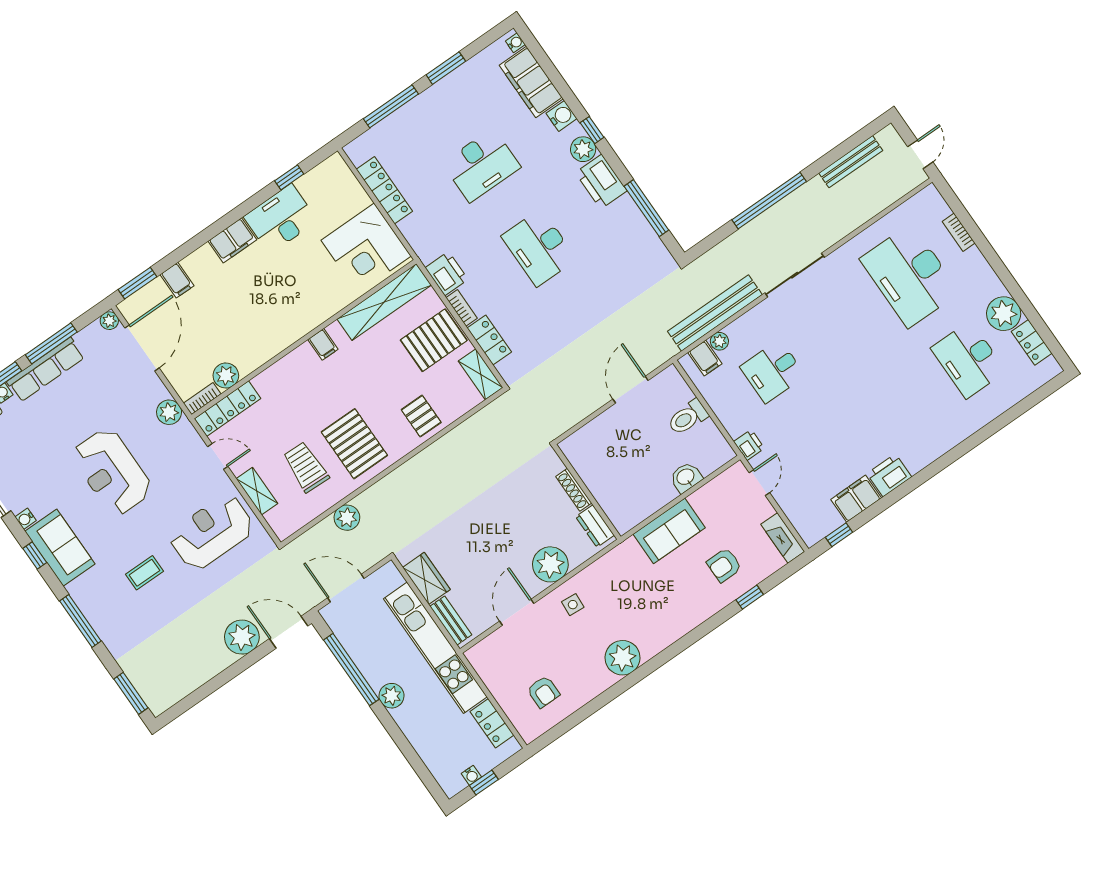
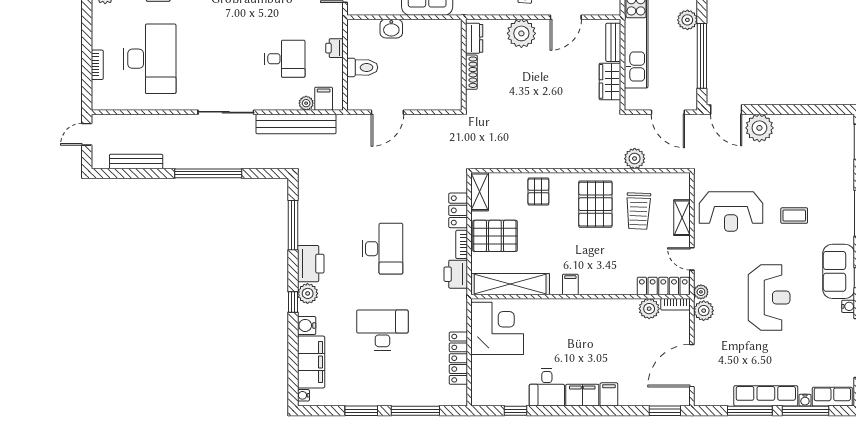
desk: (281, 219) -> (547, 387), width x0.73
filing cabinet: (177, 280) -> (609, 394), moved
plant: (109, 321) -> (701, 292), moved
printer: (749, 445) -> (335, 48), moved

